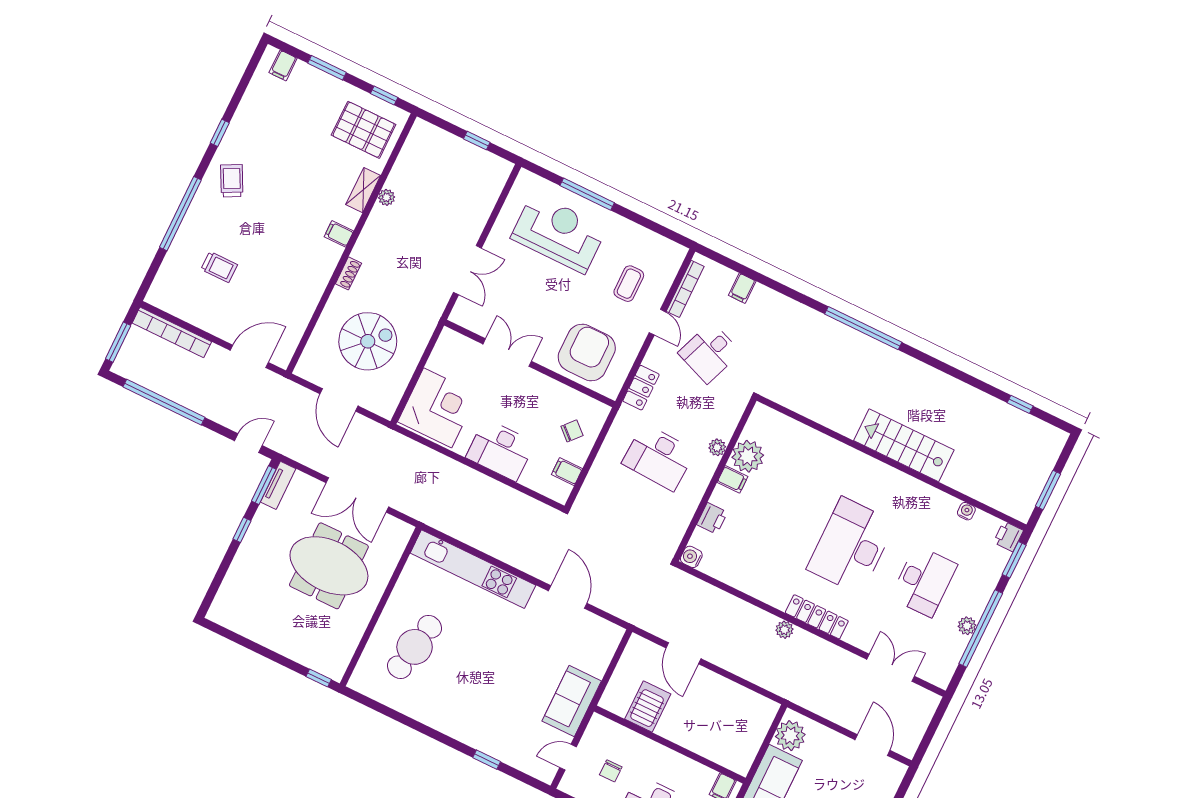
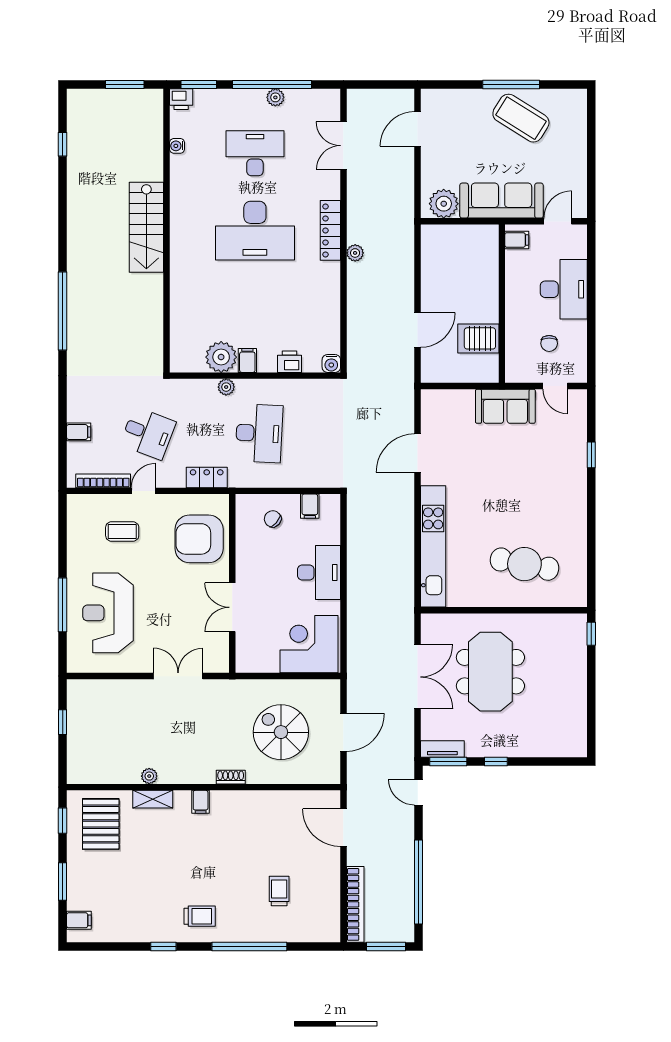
trolley: (232, 181) -> (200, 916), turned -153
chair: (611, 771) -> (549, 343), turned 90

